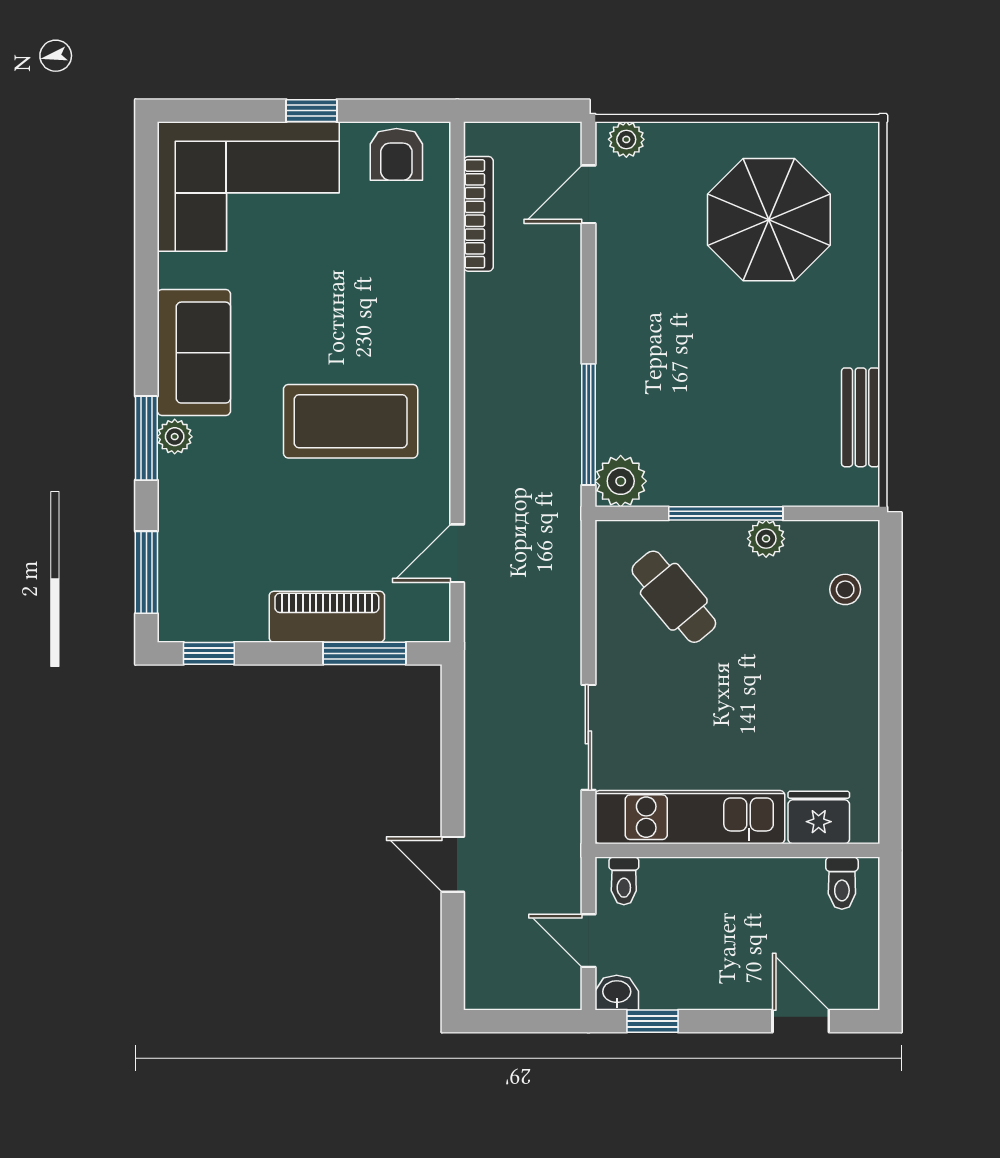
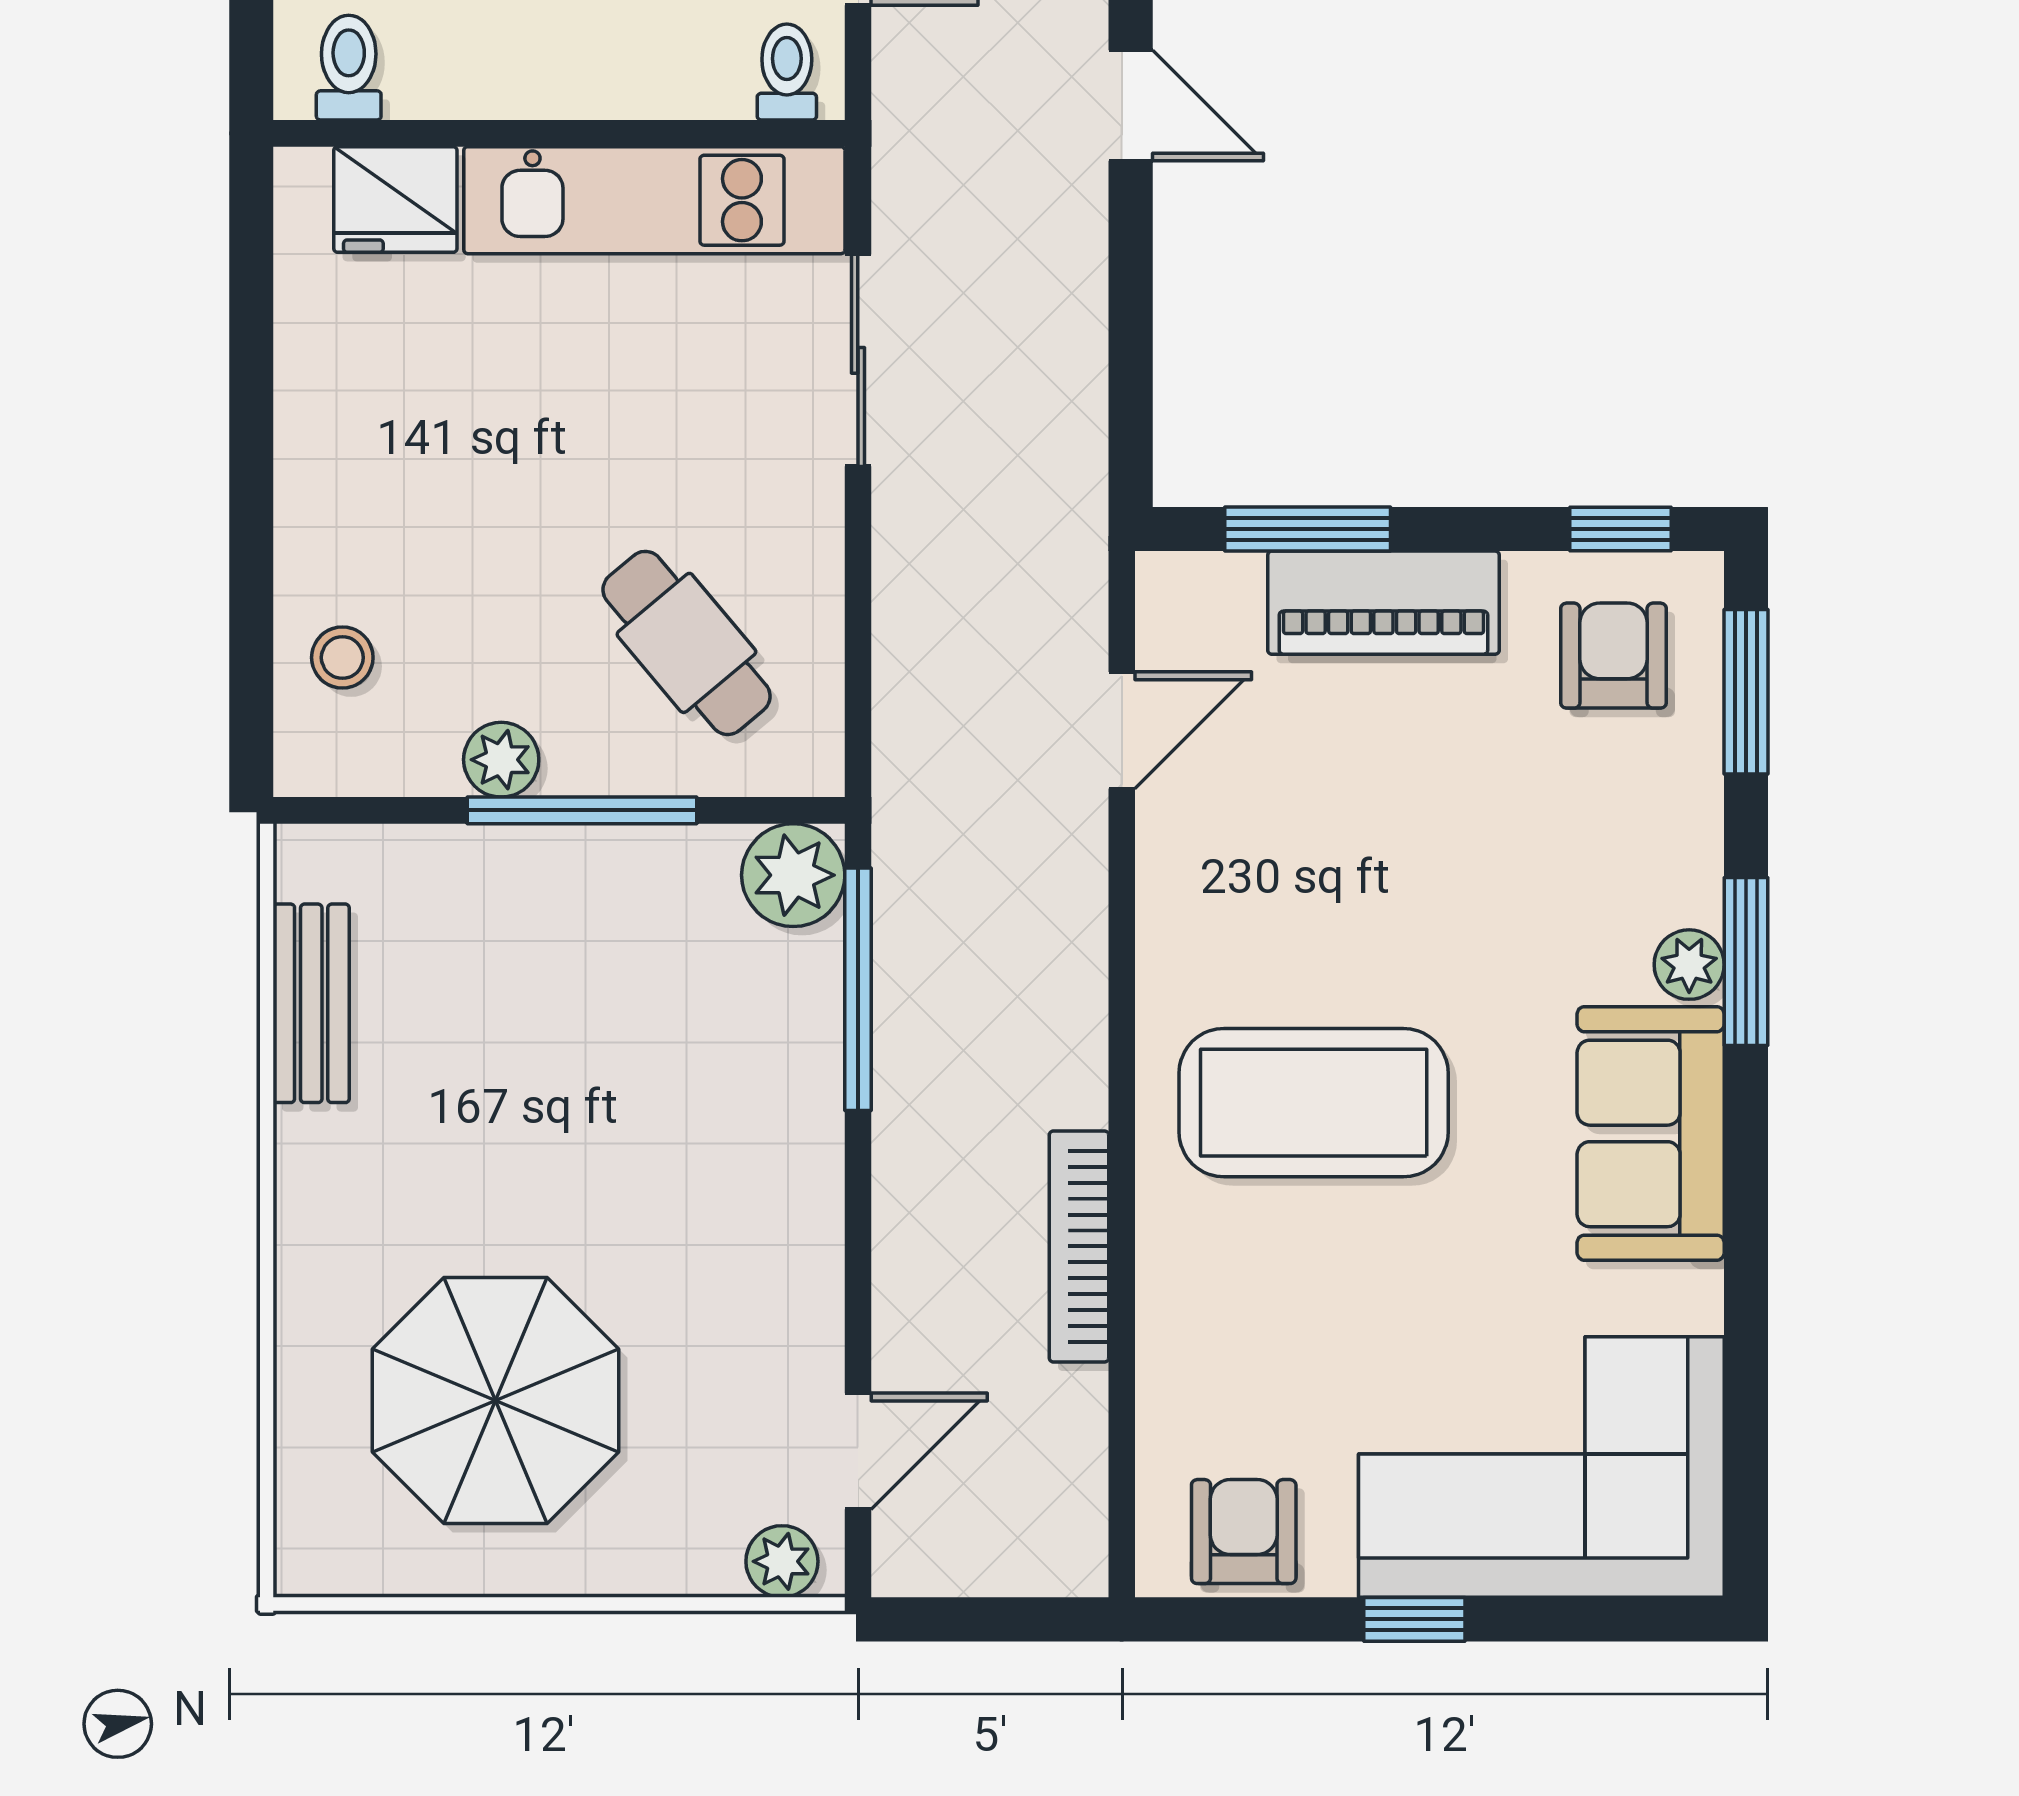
bookcase: (478, 214) -> (1079, 1246), moved
coffee table: (351, 421) -> (1314, 1103), moved
armchair: (212, 590) -> (1614, 656), added

